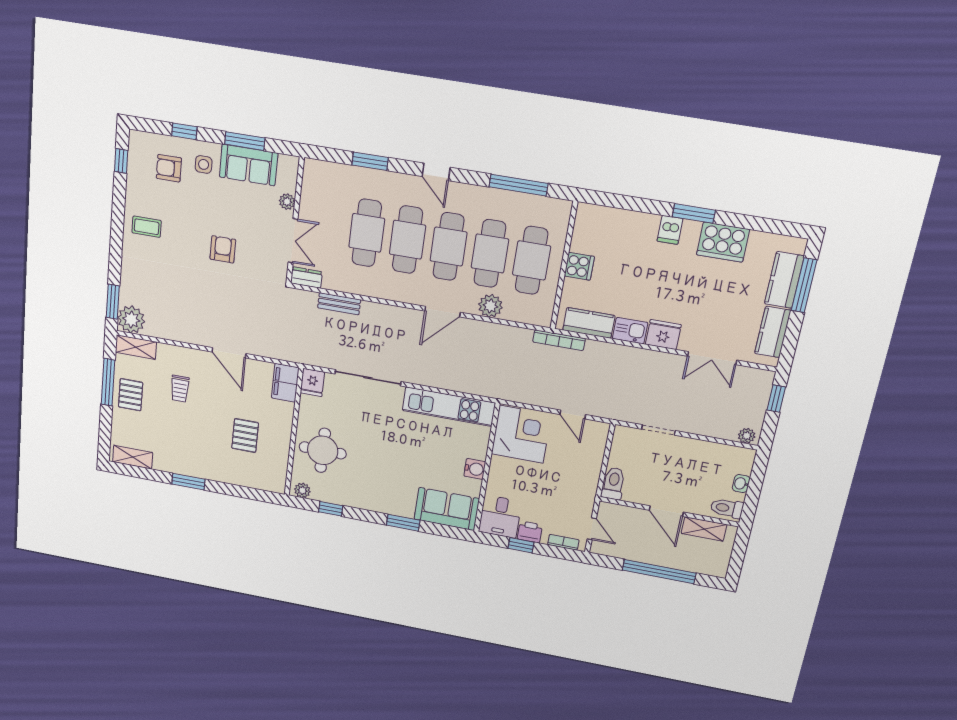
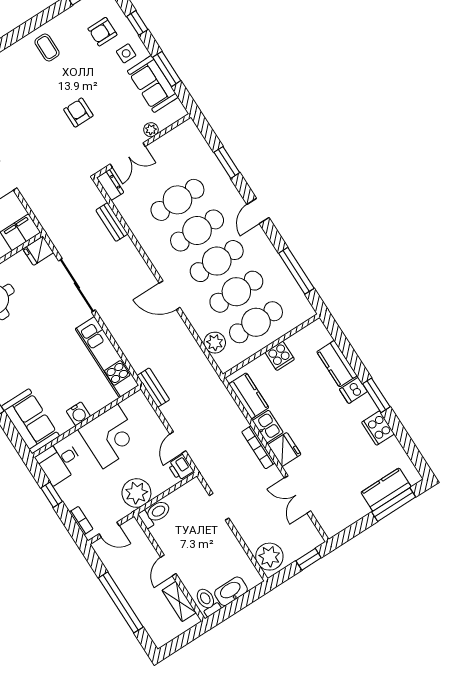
armchair: (169, 168) -> (102, 32), turned -90
cooker: (723, 242) -> (378, 428), width x0.73, depth x0.76
armchair: (223, 249) -> (78, 112), turned -90
plant: (490, 306) -> (215, 343), moved
kitchen counter: (773, 332) -> (337, 364), moved, turned -90
bookcase: (559, 340) -> (258, 447), moved
bench: (508, 393) -> (153, 388), added
corner desk: (521, 434) -> (110, 436), moved
plant: (747, 436) -> (269, 557), width x1.88, depth x1.88
plant: (583, 483) -> (136, 493), added
washbasin: (741, 484) -> (231, 591), width x1.91, depth x1.45
door: (666, 511) -> (168, 566), width x0.73
door: (592, 529) -> (109, 530), hinge flipped
printer: (530, 532) -> (181, 468), moved, turned 180

